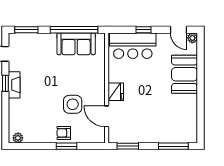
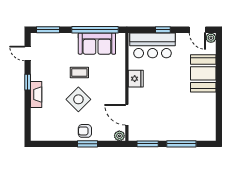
coffee table: (58, 73) -> (79, 73), added
fireplace: (14, 85) -> (36, 95), moved
fridge: (116, 92) -> (136, 79), moved
side table: (73, 104) -> (78, 99), moved, turned 45
plant: (18, 138) -> (119, 136), moved
window: (173, 146) -> (181, 144), moved

